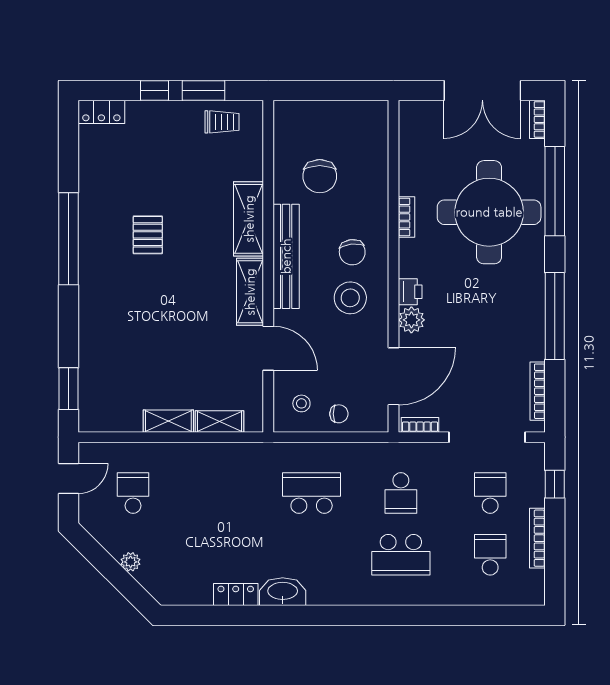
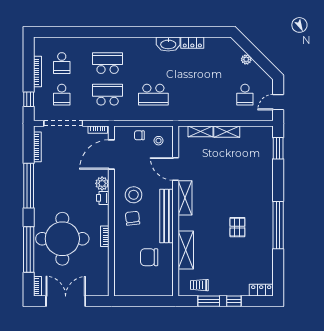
chair: (320, 176) -> (149, 257), turned -90
shelving: (249, 219) -> (186, 250), moved
school desk: (401, 493) -> (108, 95), width x1.85

